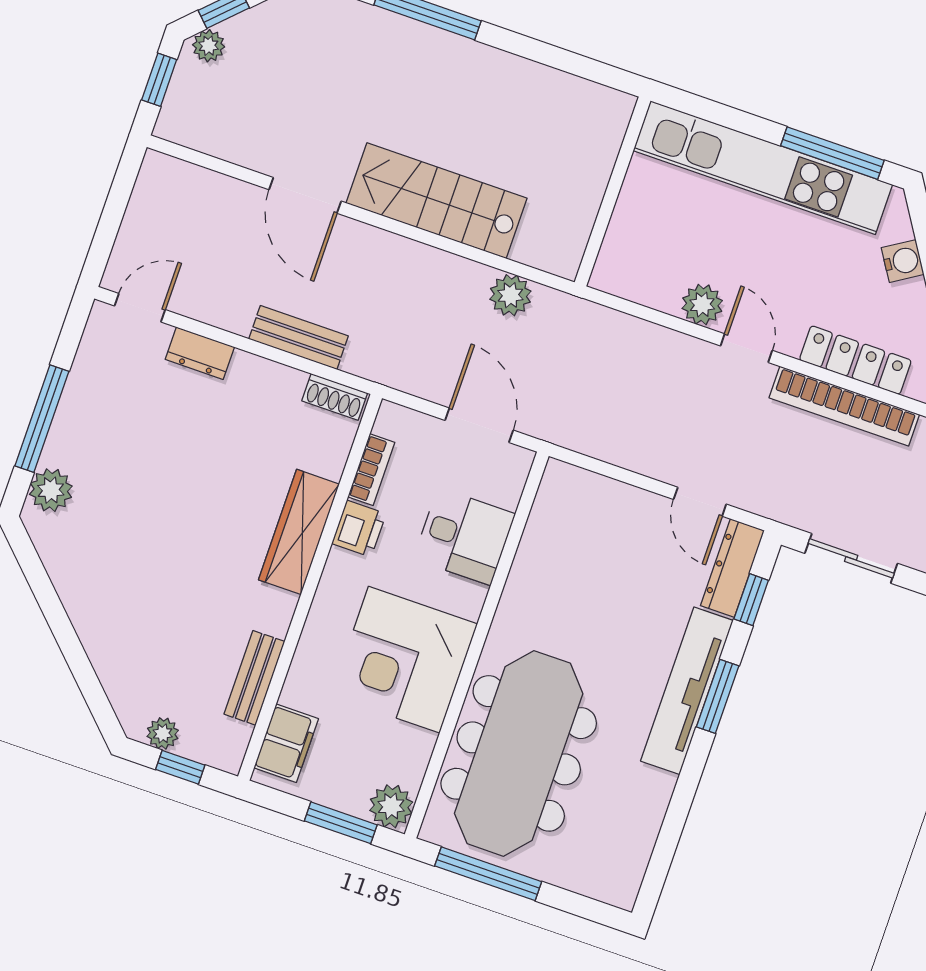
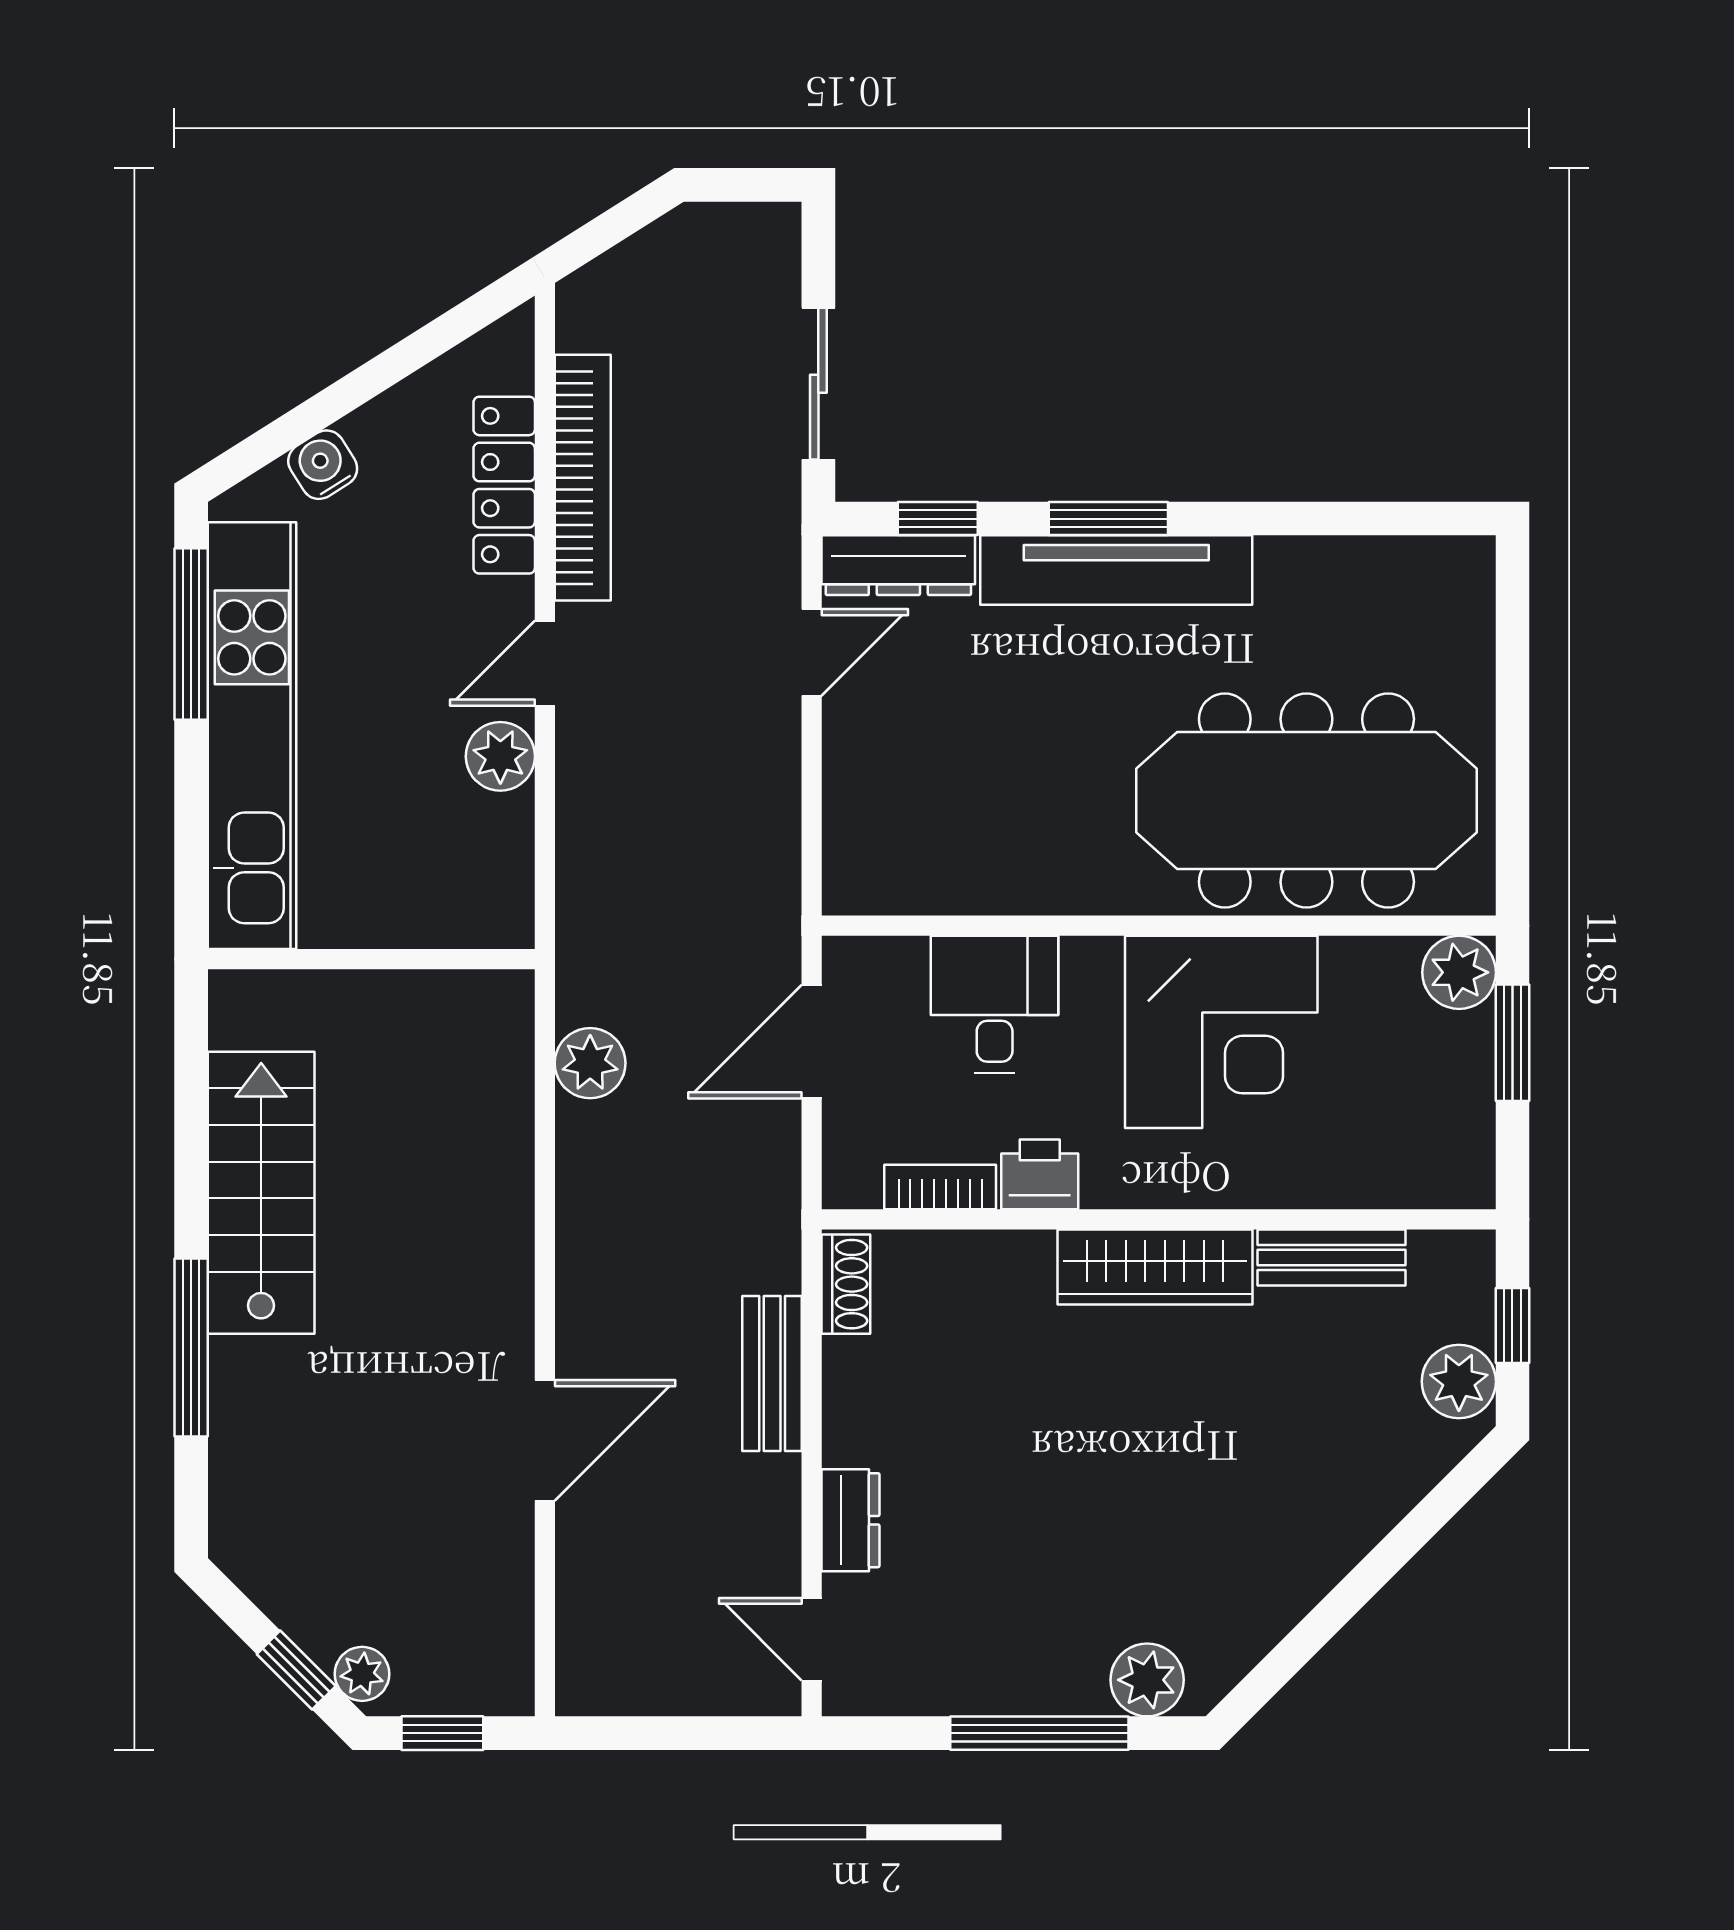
stairs: (437, 201) -> (261, 1193), moved, turned 180
wardrobe: (299, 532) -> (1155, 1267), moved
plant: (163, 733) -> (1459, 1381), width x1.38, depth x1.38
filing cabinet: (286, 743) -> (1417, 1172), removed
window: (488, 874) -> (1512, 783), removed

